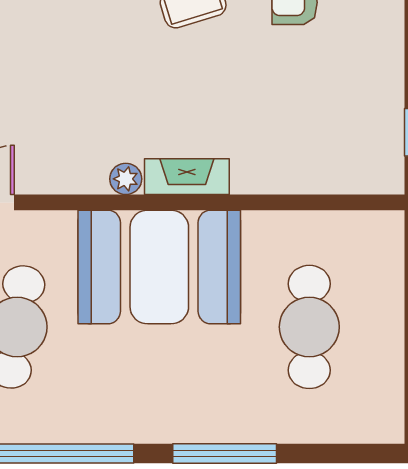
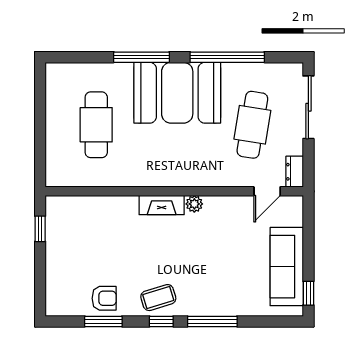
booth: (159, 267) -> (177, 93), moved

